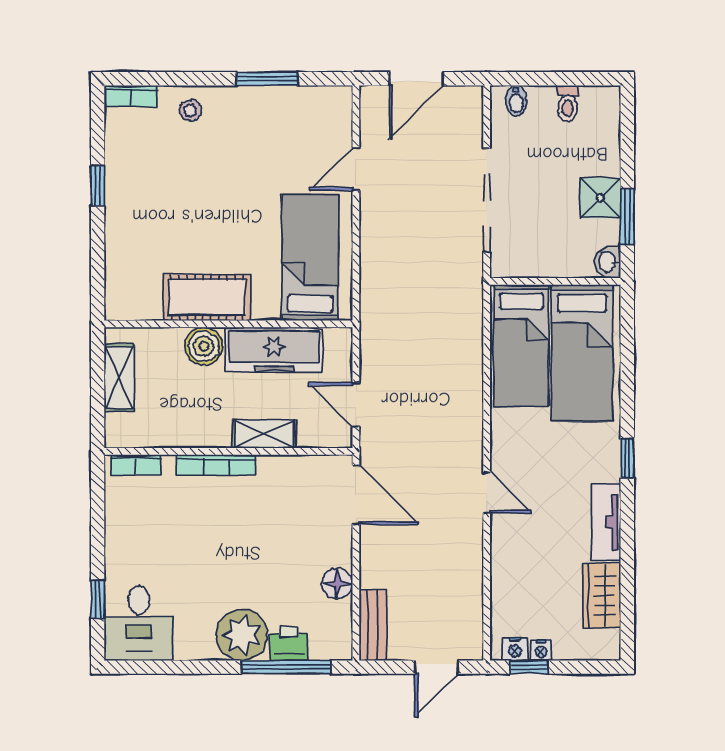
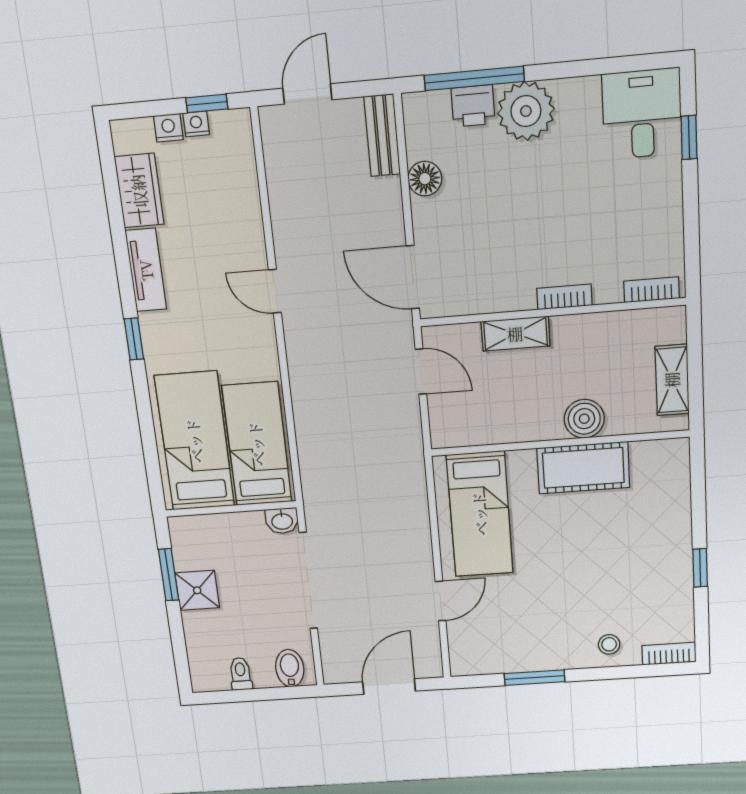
bidet: (516, 101) -> (290, 668), width x1.38, depth x1.36
washbasin: (608, 262) -> (282, 521), moved, turned 90
freezer: (274, 350) -> (510, 421), removed
bookcase: (216, 465) -> (564, 297), width x0.64
nightstand: (515, 649) -> (168, 128), moved

